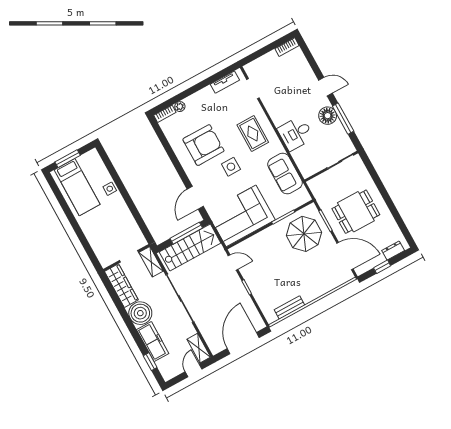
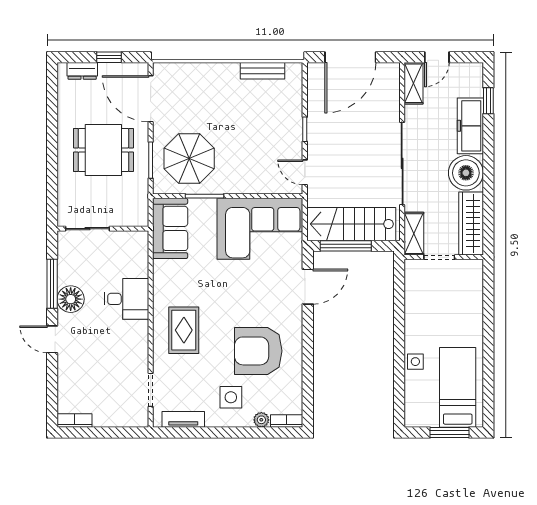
side table: (231, 167) -> (231, 397), moved
sofa: (285, 174) -> (170, 228), moved

